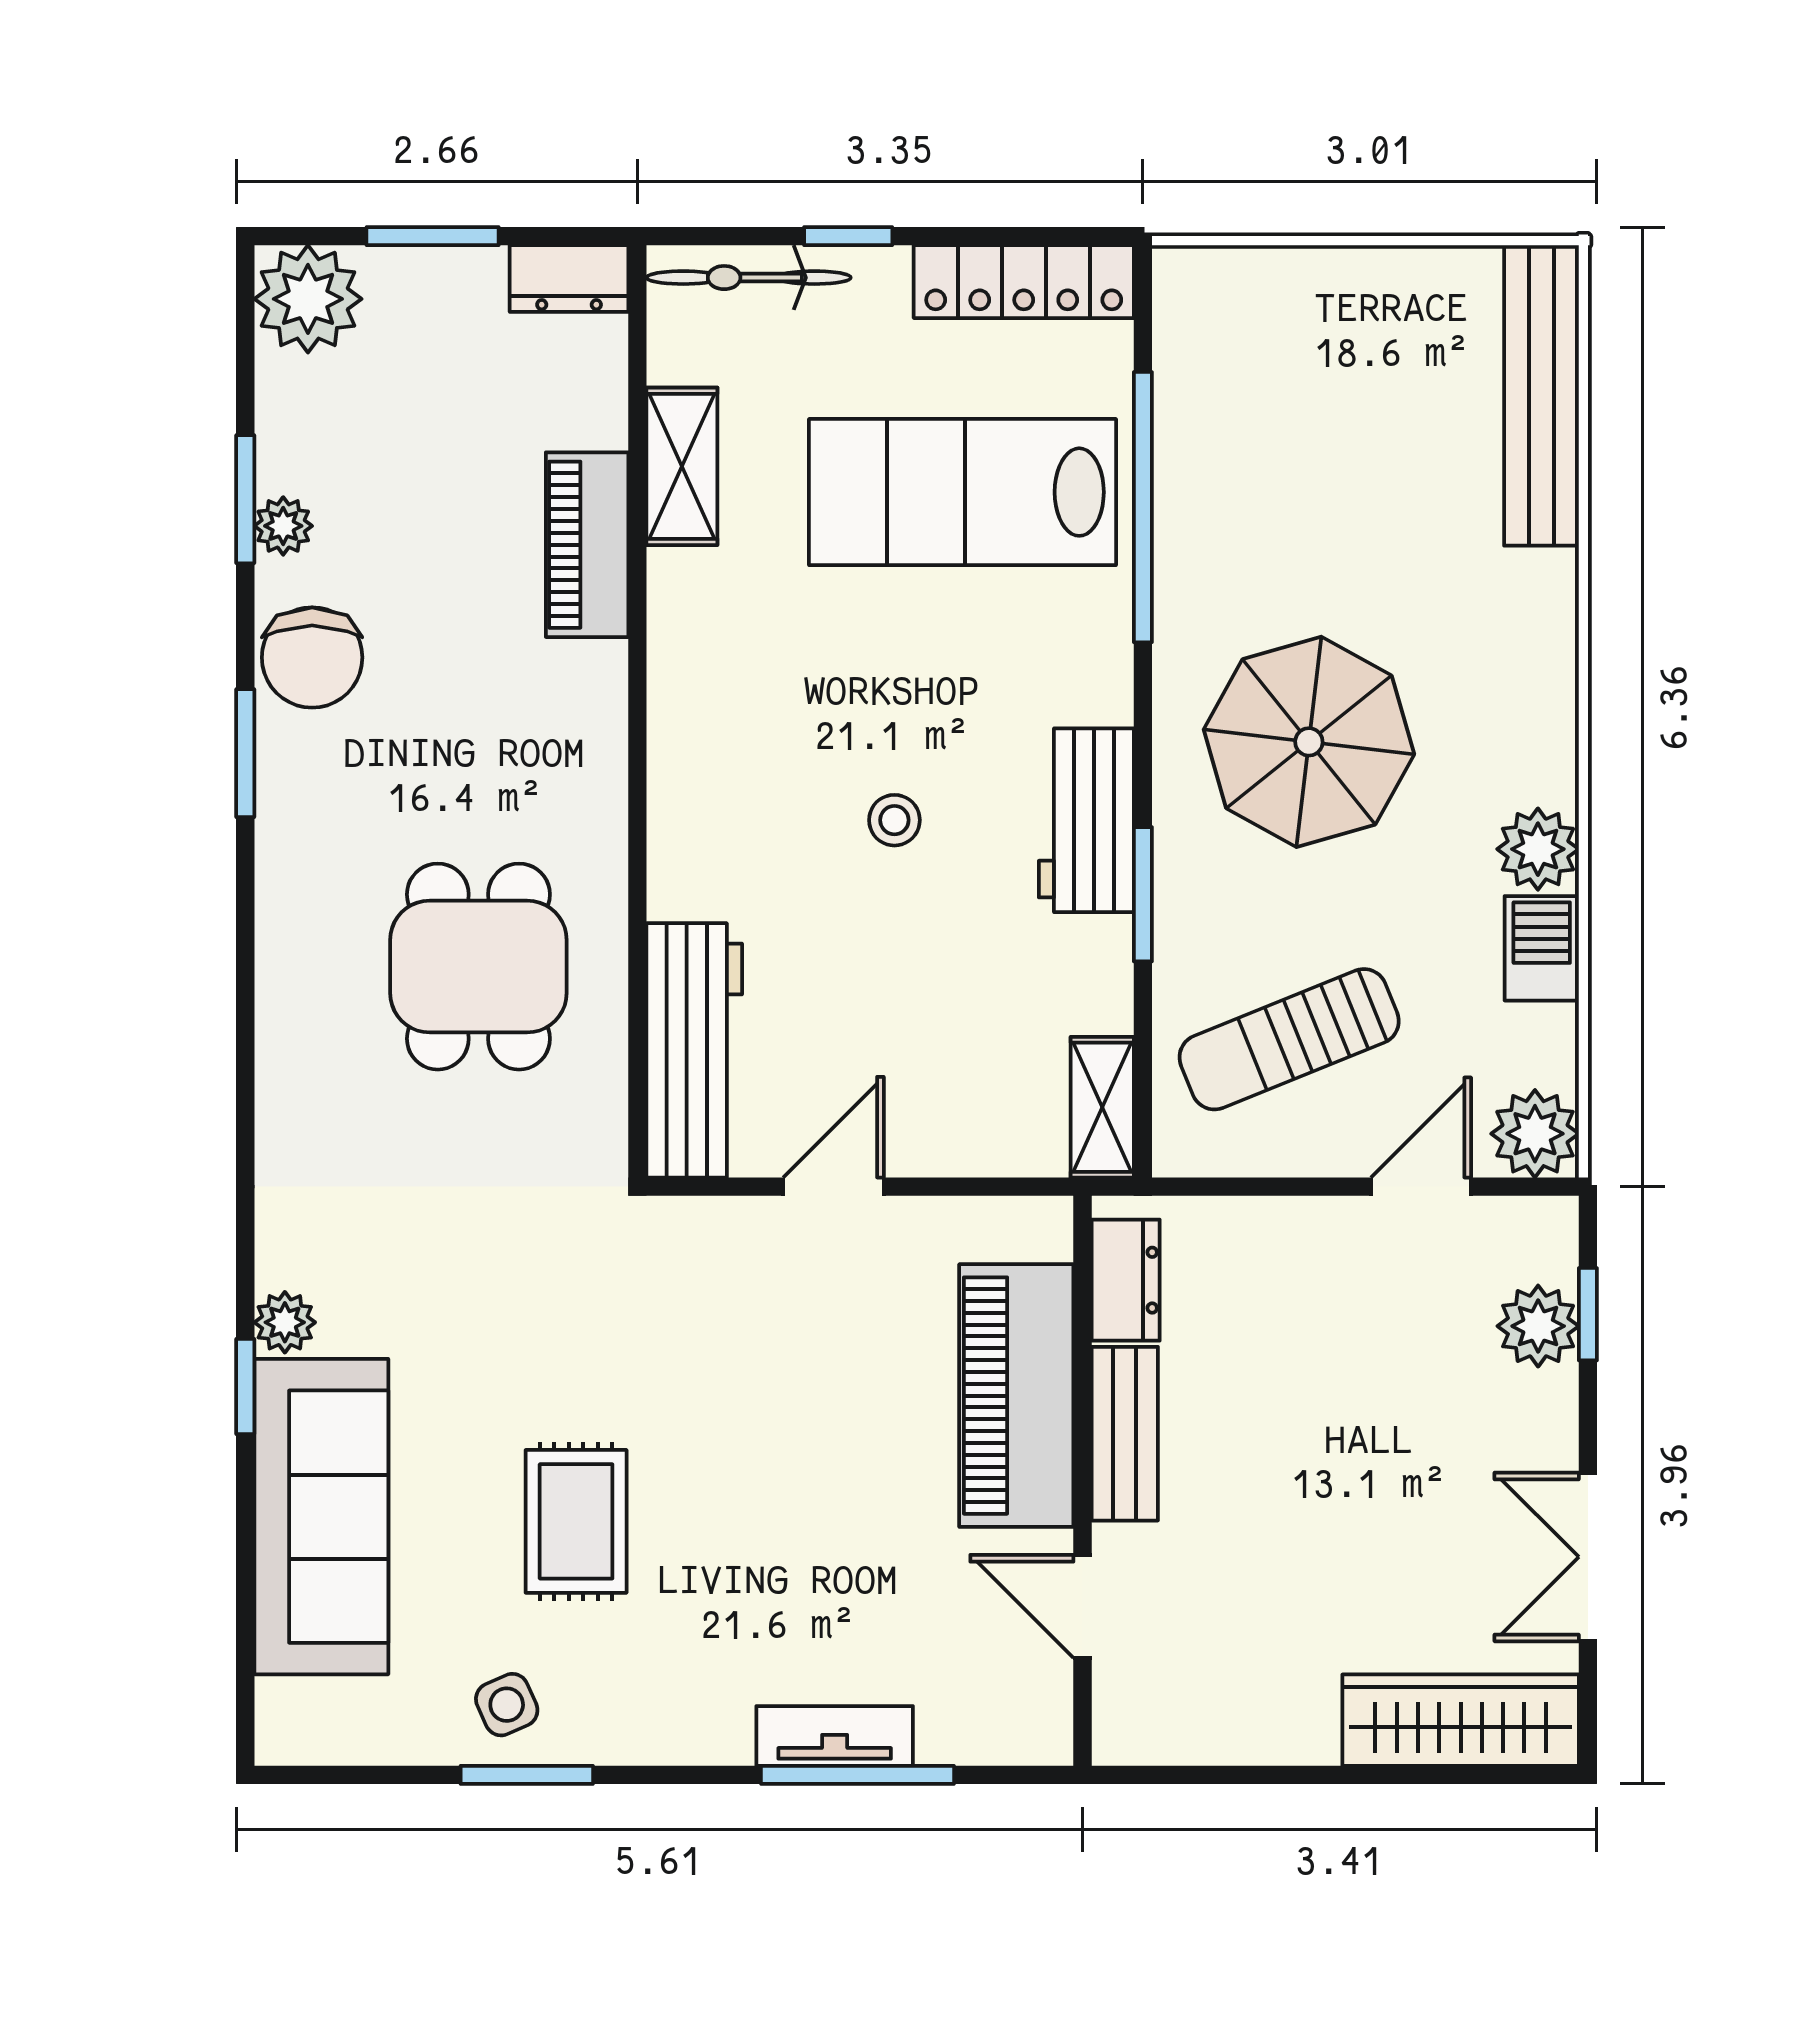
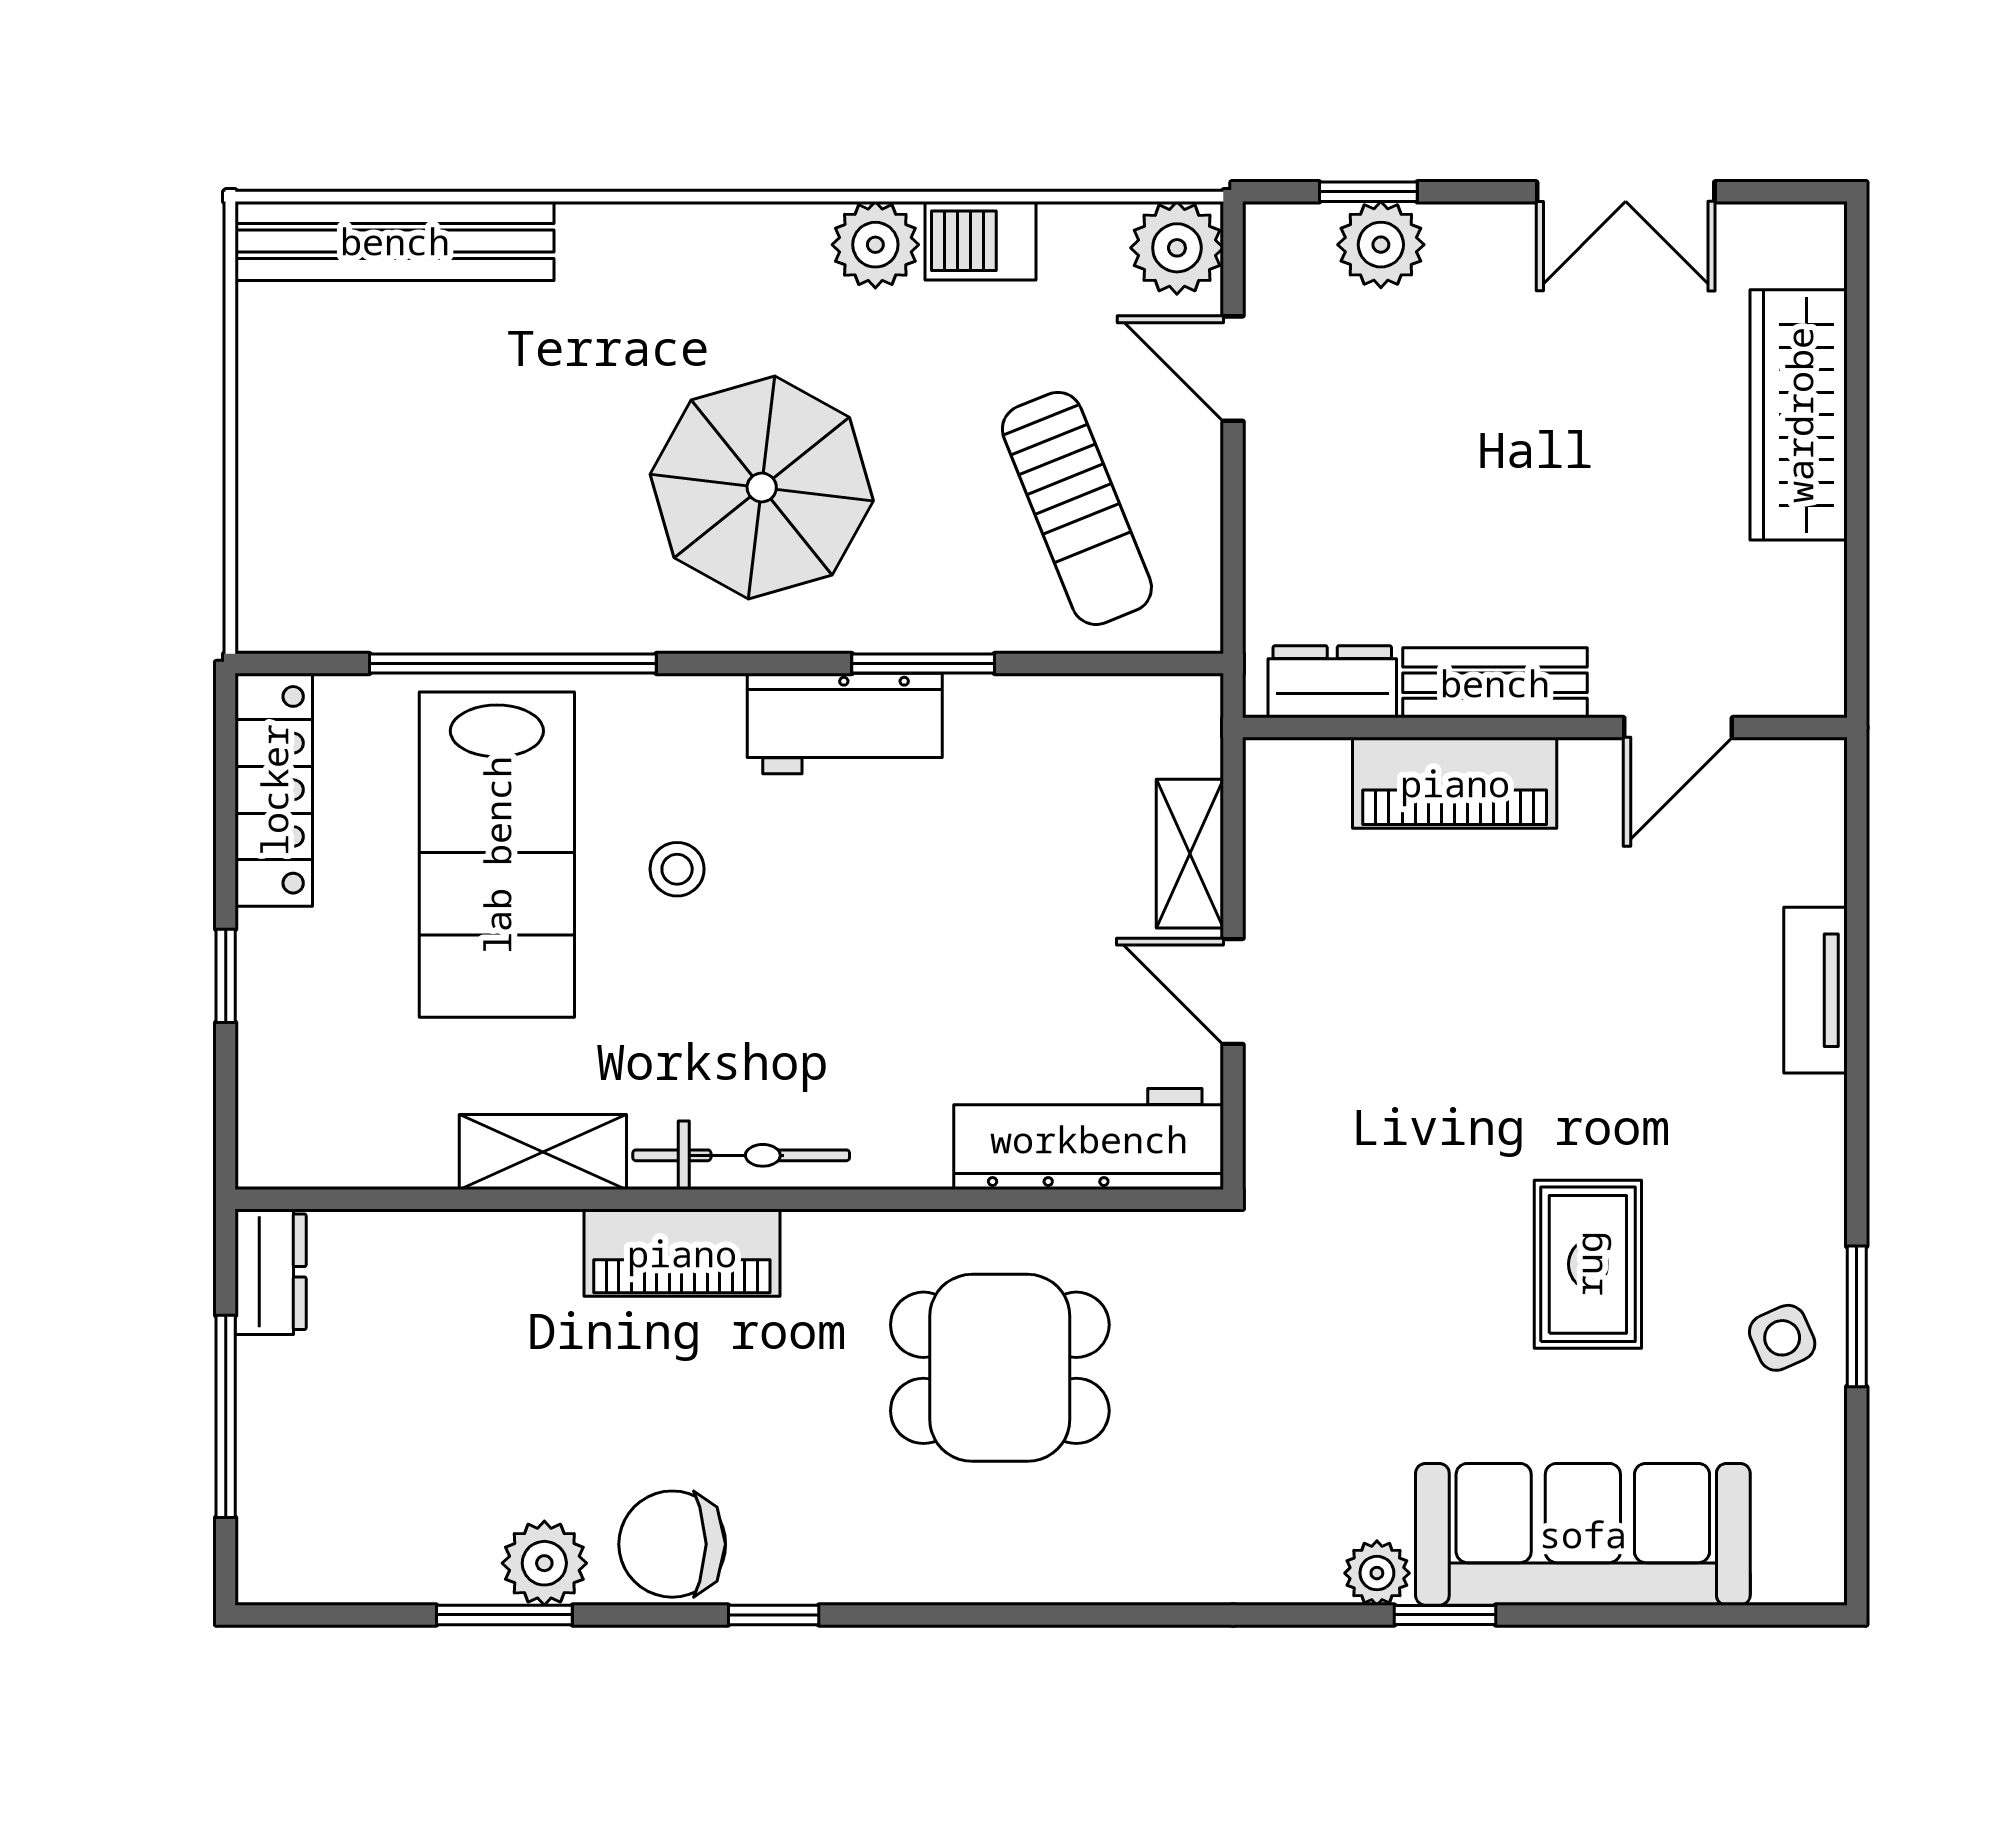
window: (433, 236) -> (226, 1416), width x1.44
bicycle: (749, 278) -> (741, 1155), moved, turned -90
plant: (308, 299) -> (292, 1548), removed
shelving: (682, 466) -> (543, 1152), moved
plant: (283, 526) -> (544, 1563), width x1.38, depth x1.38
piano: (587, 545) -> (682, 1253), moved
chair: (312, 657) -> (672, 1544), turned 180
window: (245, 753) -> (774, 1615), width x0.67
stool: (894, 820) -> (677, 869), moved
shelving: (1102, 1107) -> (1190, 854), moved, turned 90
piano: (1016, 1396) -> (1455, 783), width x0.73, depth x0.75
rug: (576, 1521) -> (1588, 1264), turned 90
wardrobe: (1461, 1720) -> (1799, 415), moved
window: (857, 1775) -> (1857, 966), removed

